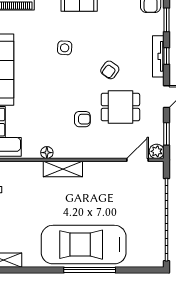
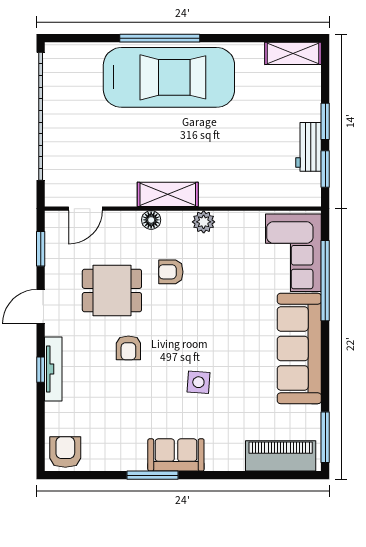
window: (167, 20) -> (41, 425), removed
armchair: (110, 70) -> (128, 348), turned 144
plant: (157, 151) -> (204, 222), moved
floor lamp: (47, 153) -> (151, 220), moved
shelving: (63, 169) -> (168, 194), moved

